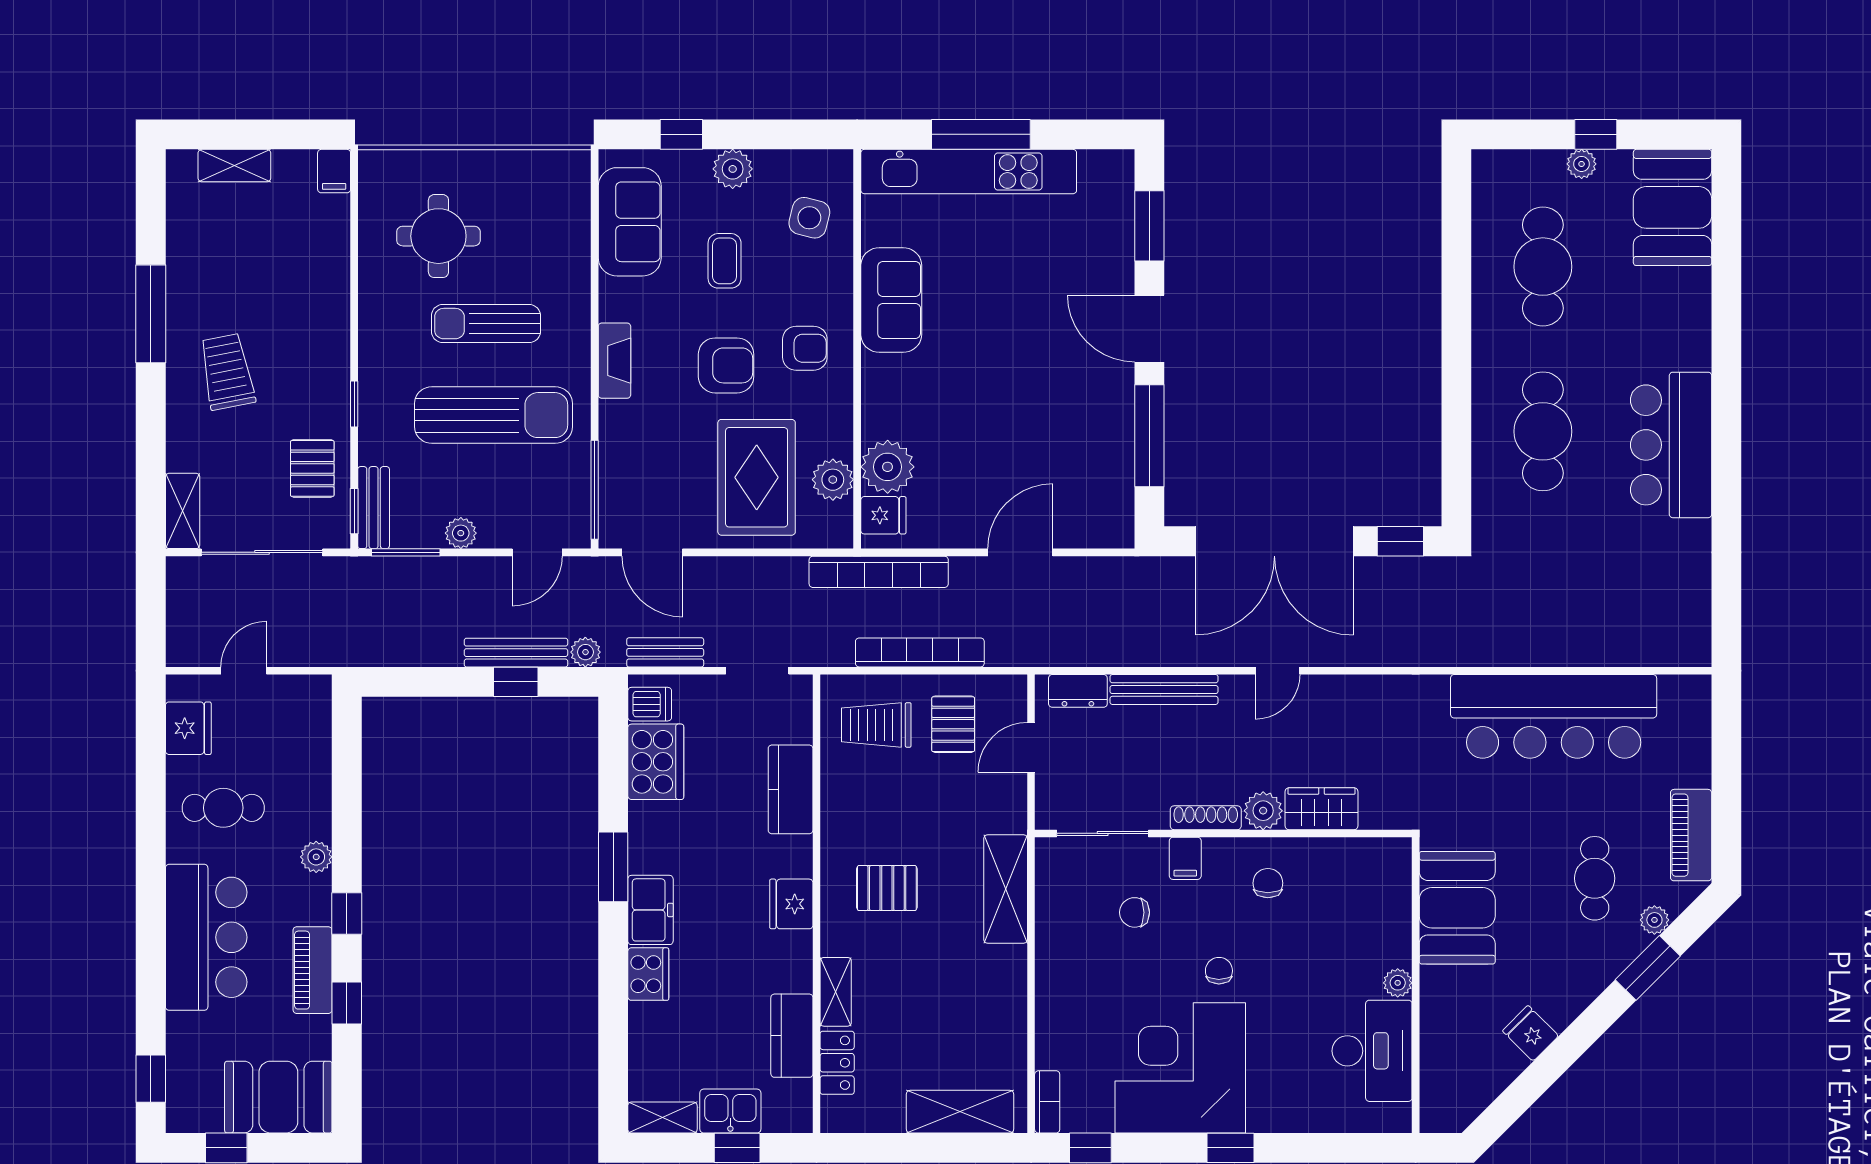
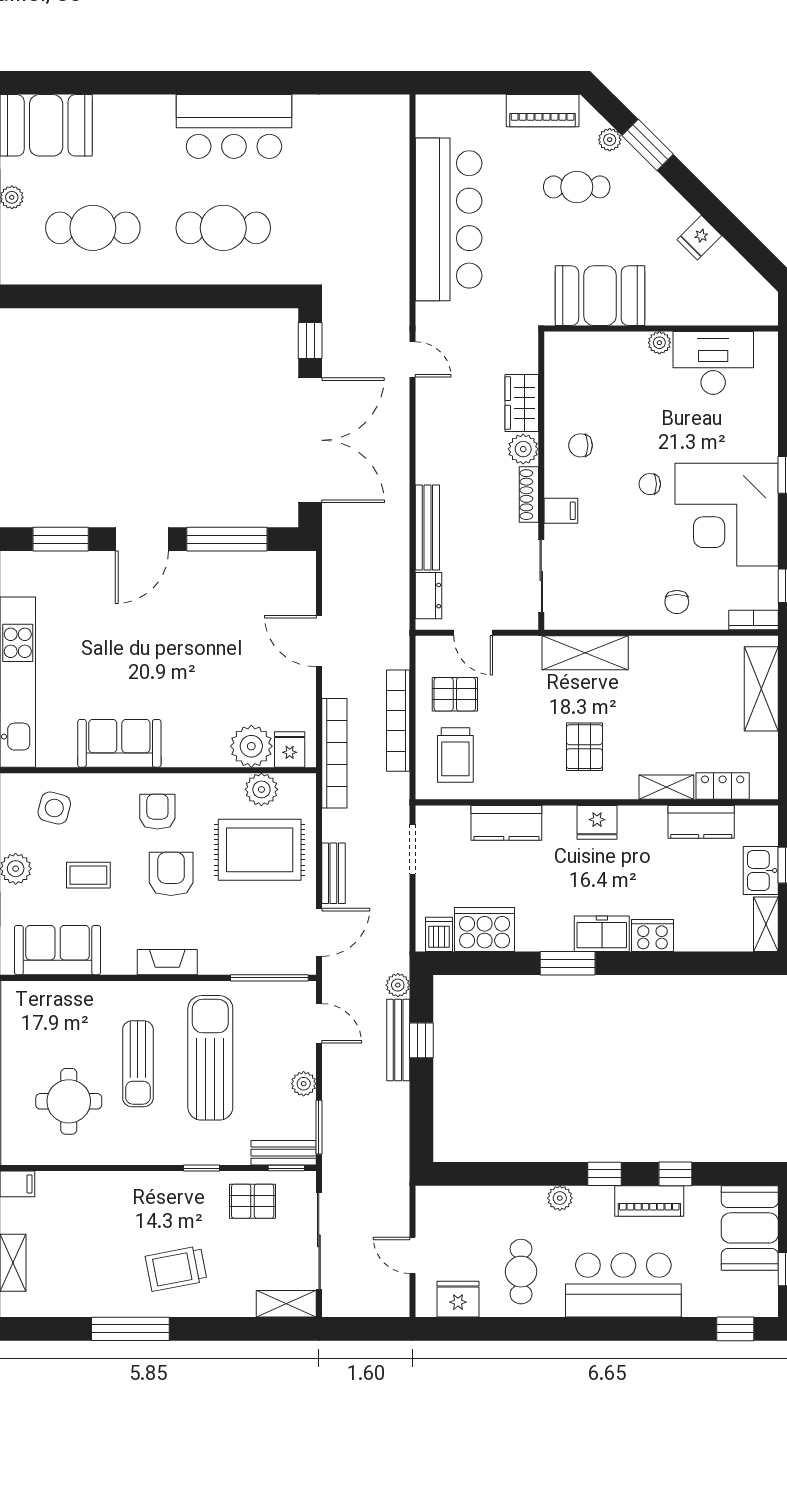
bench: (665, 652) -> (333, 873), moved
door: (1277, 671) -> (413, 359), moved
chair: (1135, 912) -> (677, 602), moved

